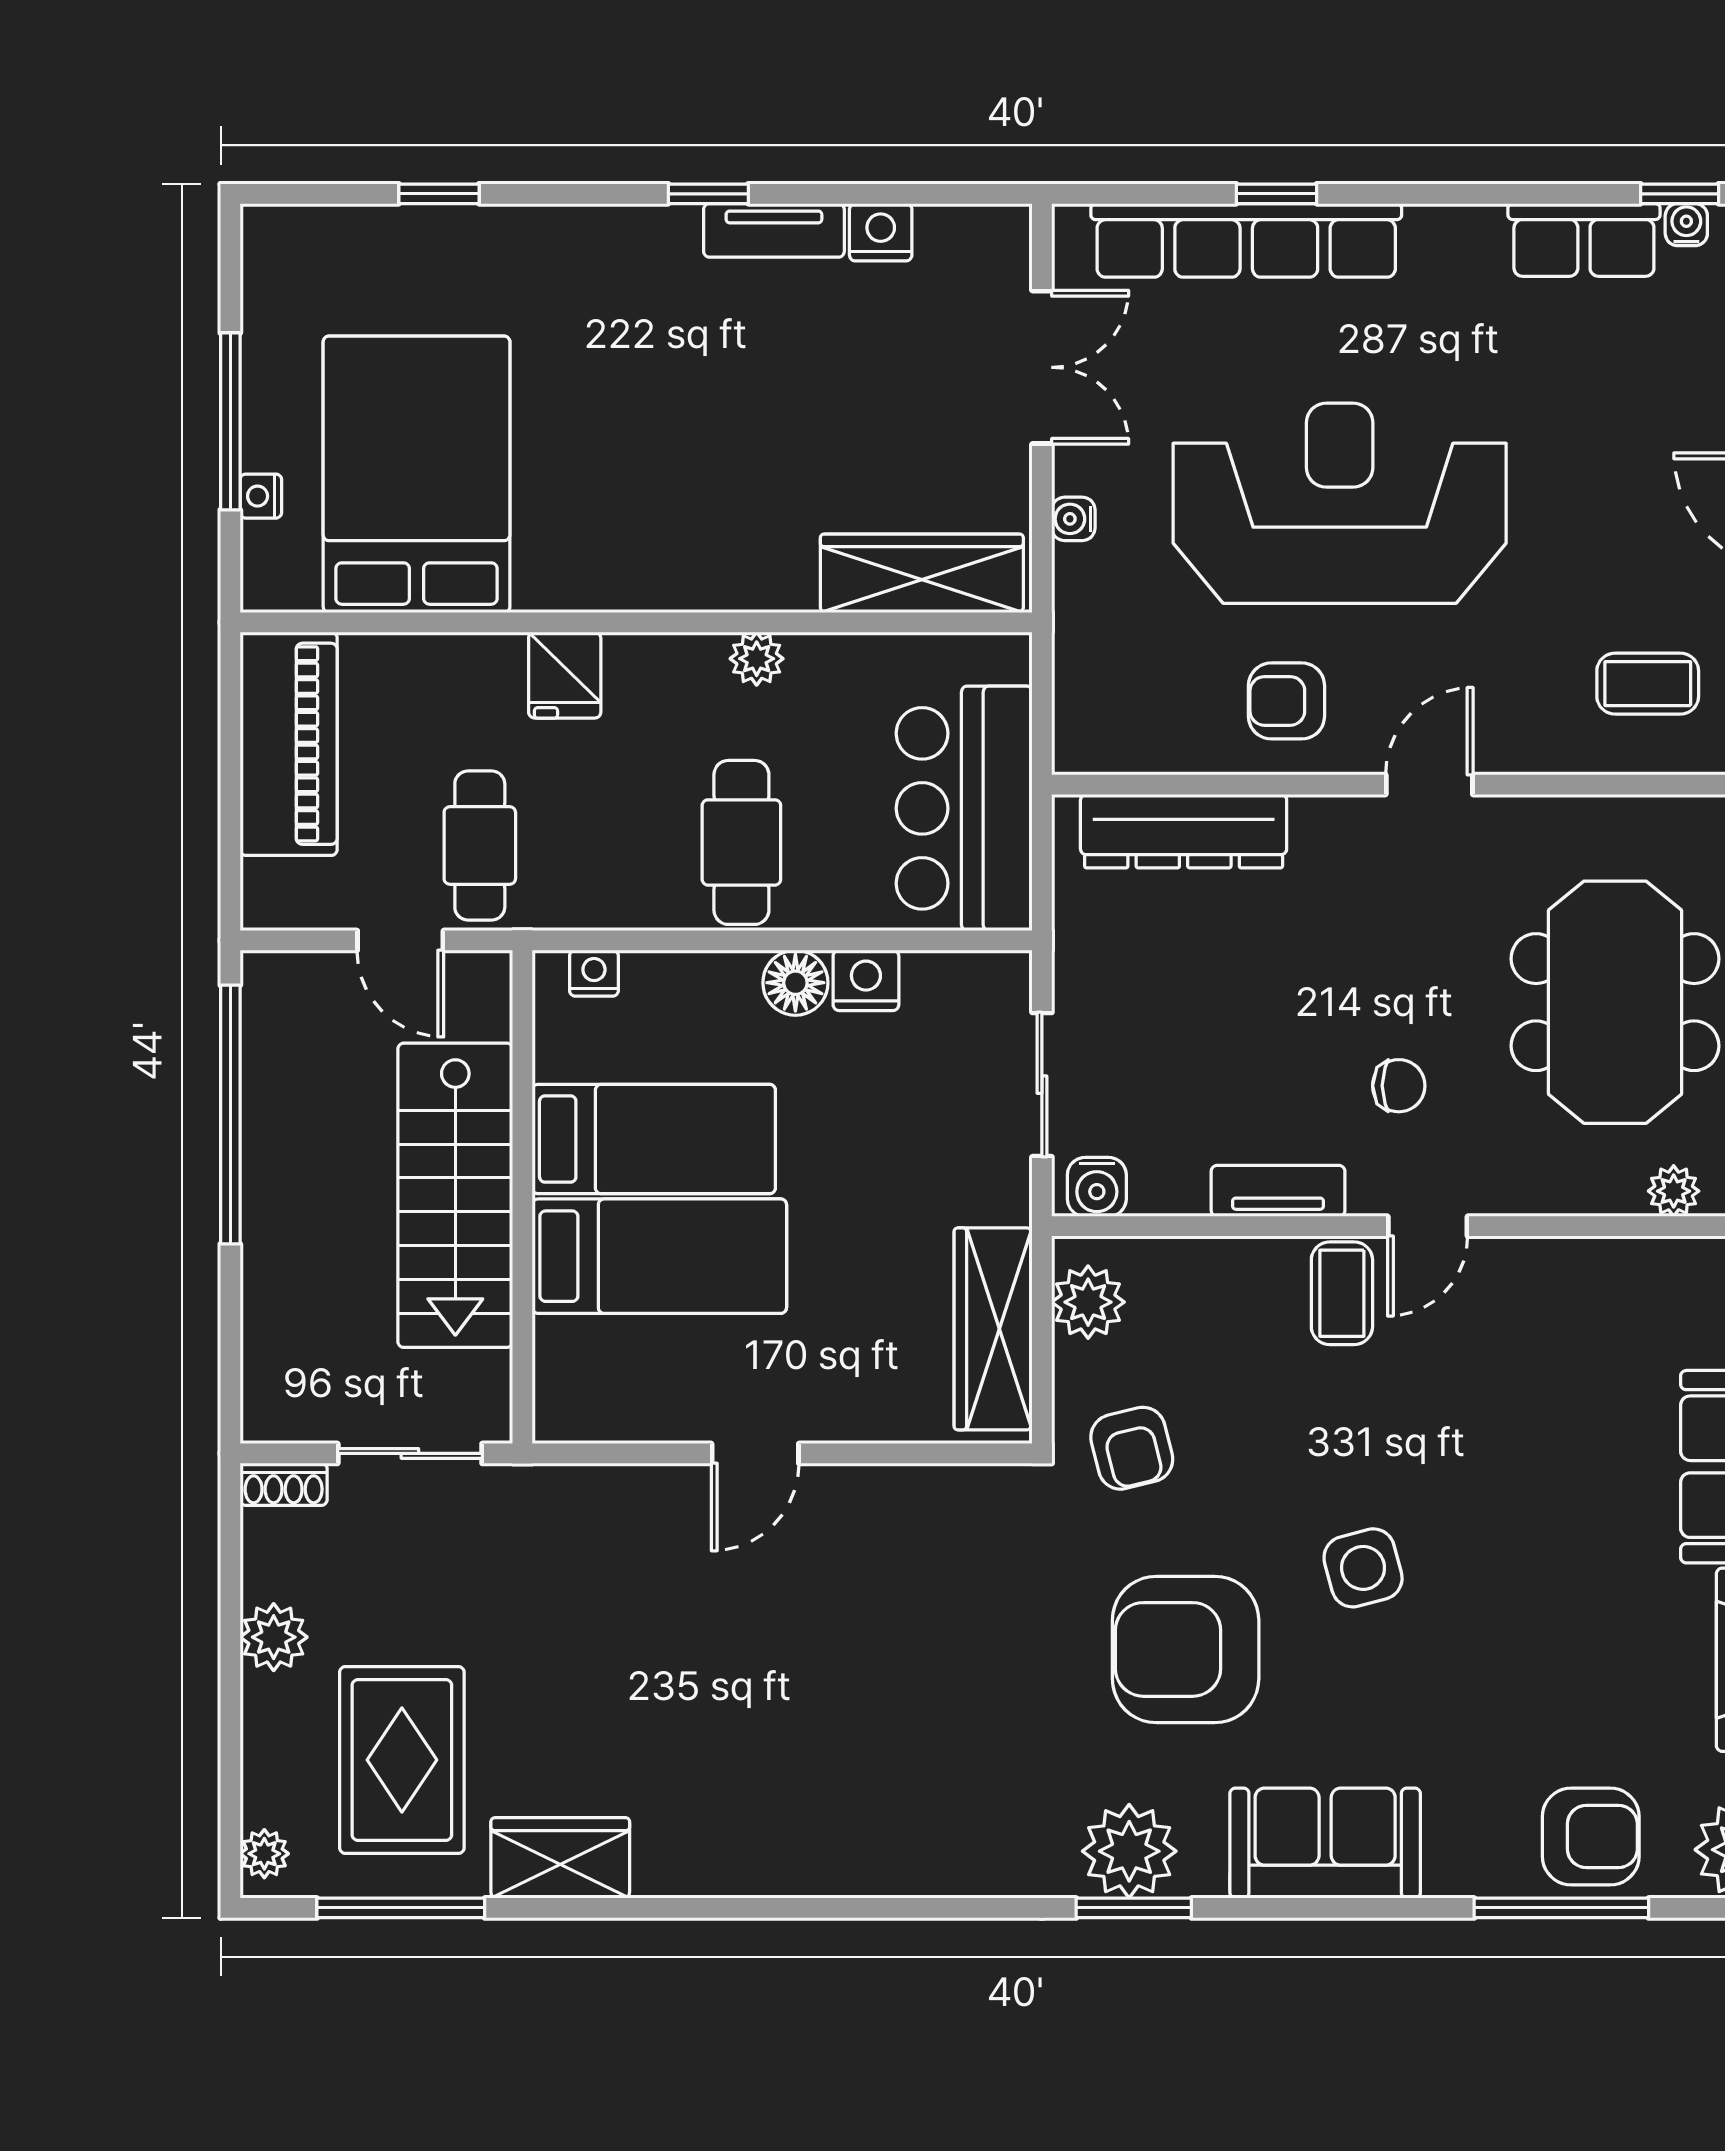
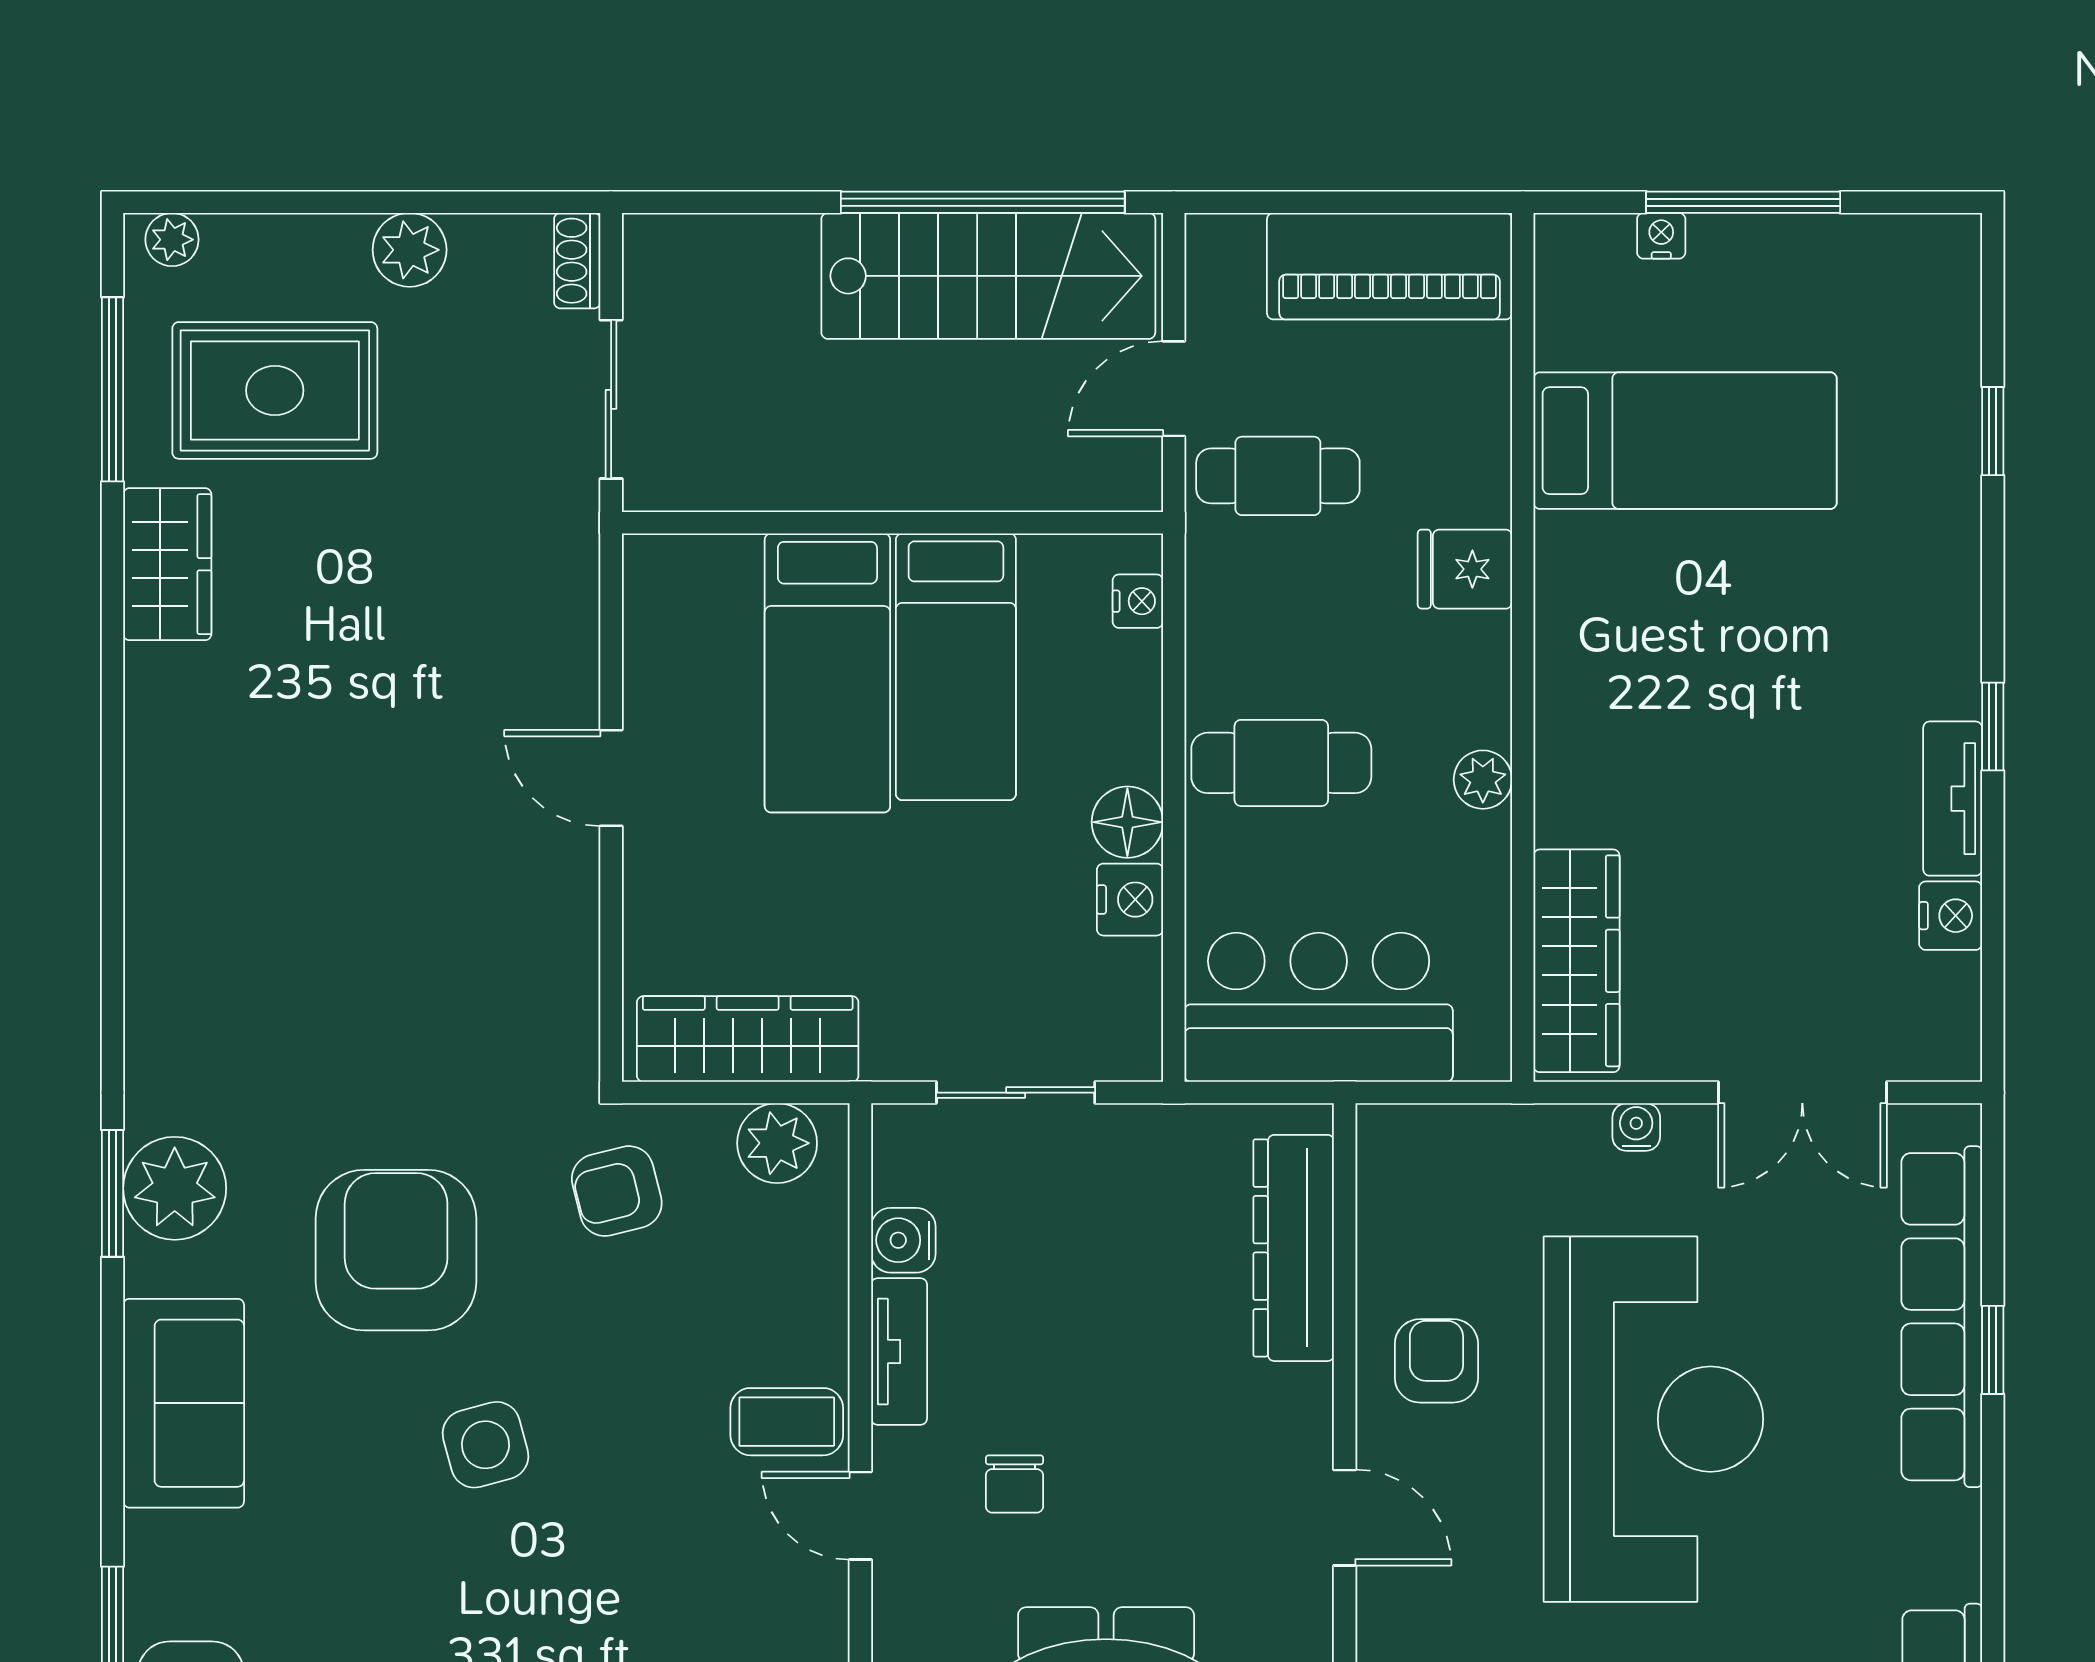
bed: (417, 474) -> (1685, 441), width x0.67
water cooler: (1097, 1187) -> (903, 1240), moved
stairs: (455, 1195) -> (988, 276), moved, turned 180

